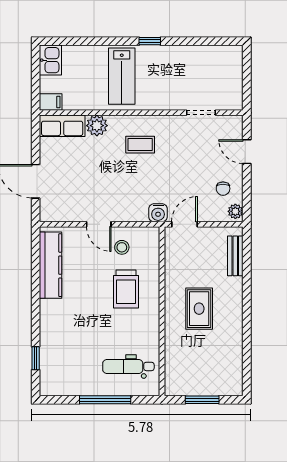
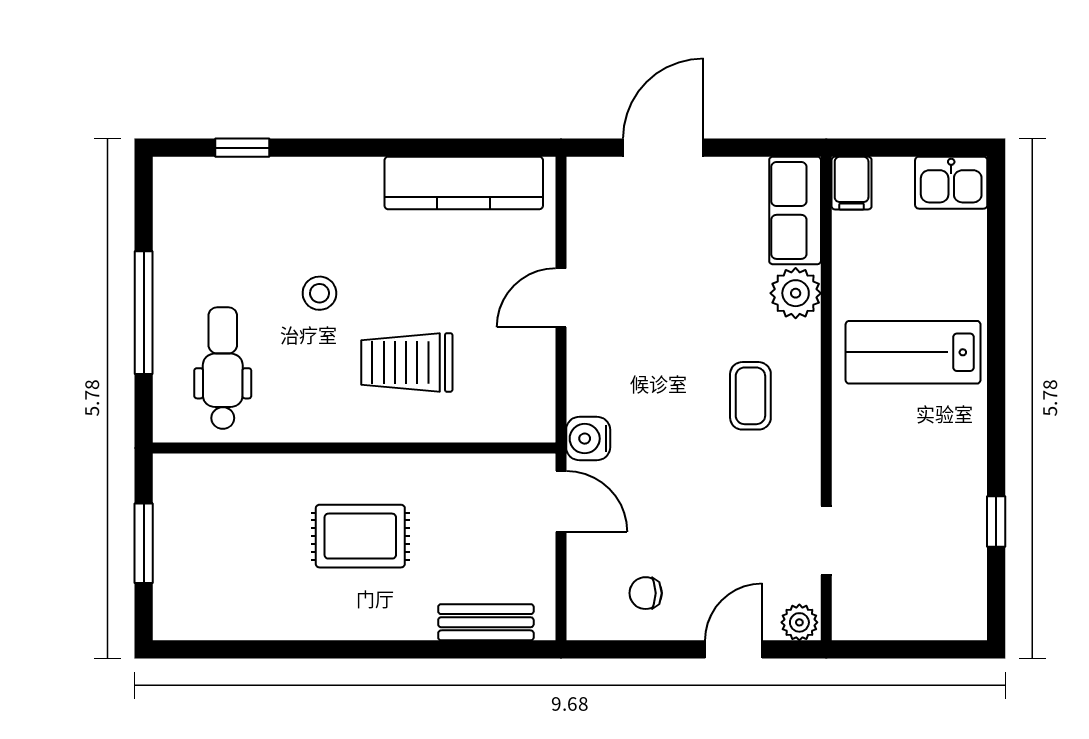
window: (150, 41) -> (996, 522), moved
plant: (235, 211) -> (799, 622), moved
stool: (122, 247) -> (319, 293), moved

